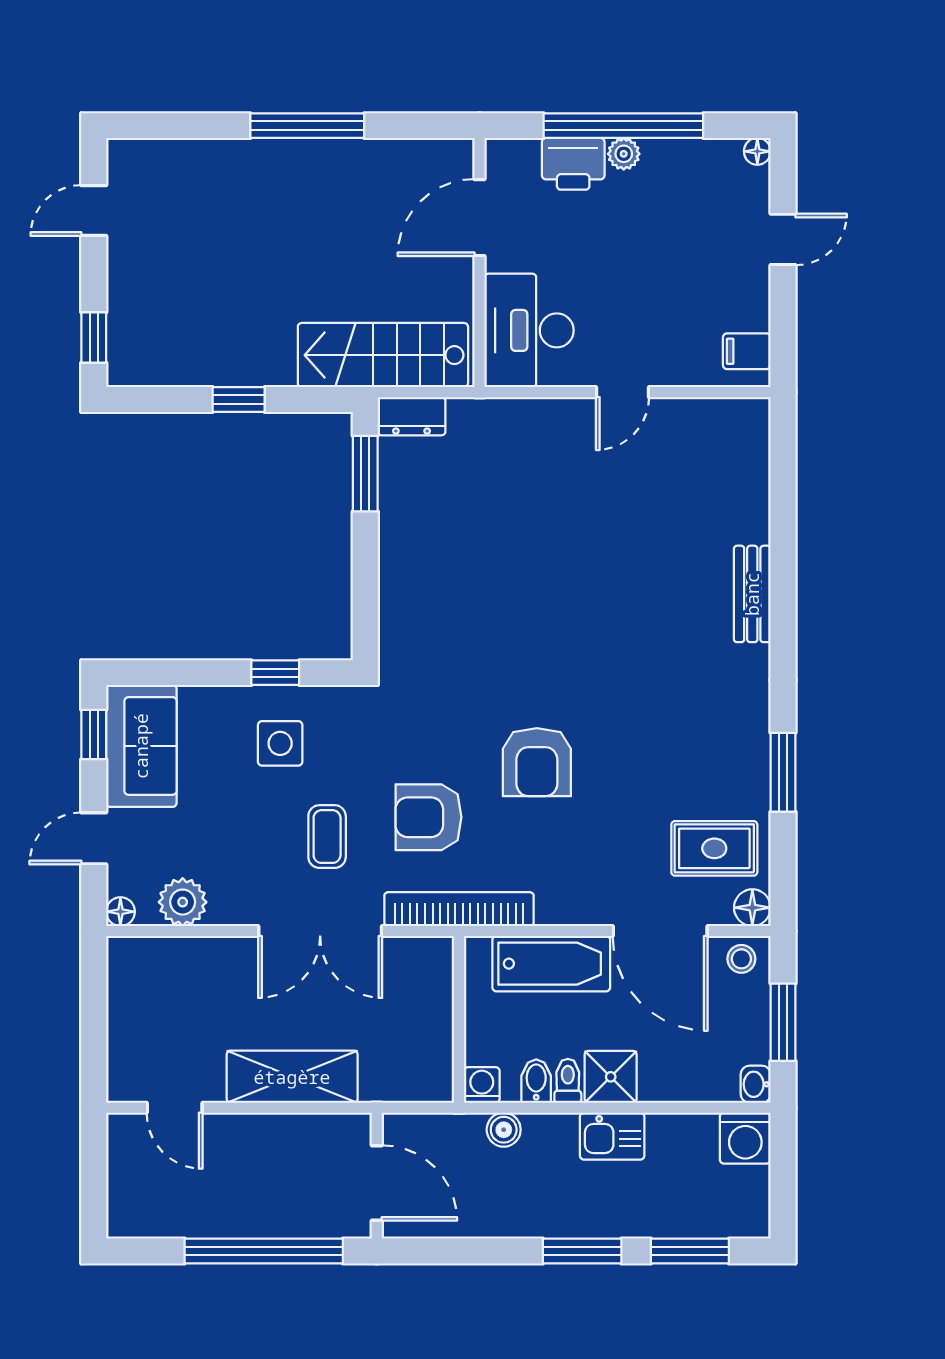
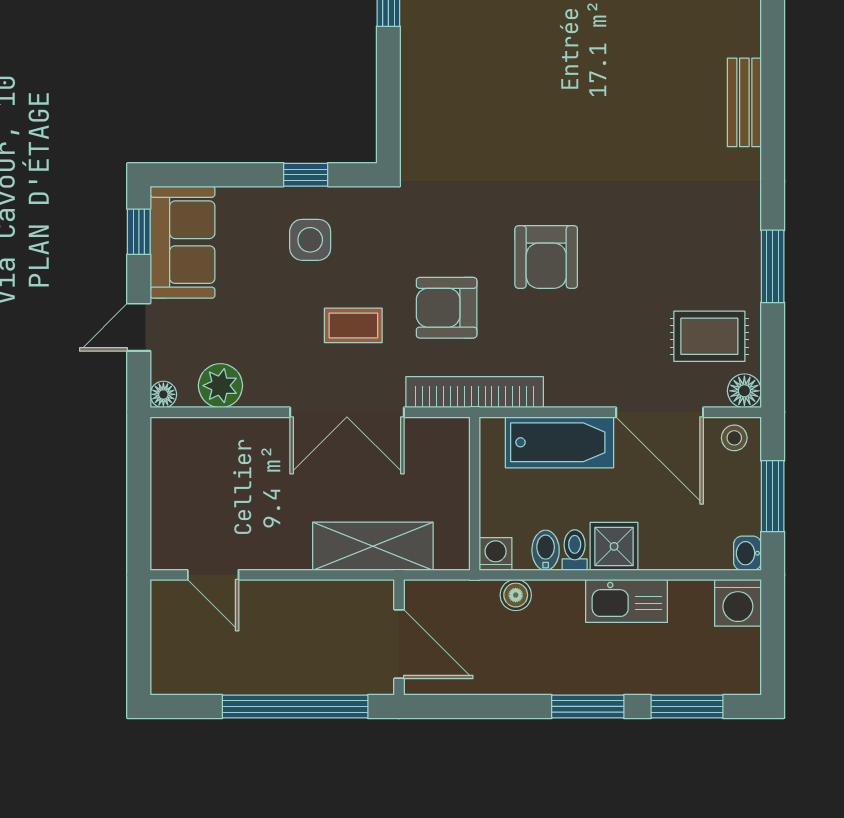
coffee table: (327, 837) -> (353, 325), turned 90
shelving: (292, 1077) -> (373, 546), moved
kitchen sink: (612, 1136) -> (627, 601), width x1.38

